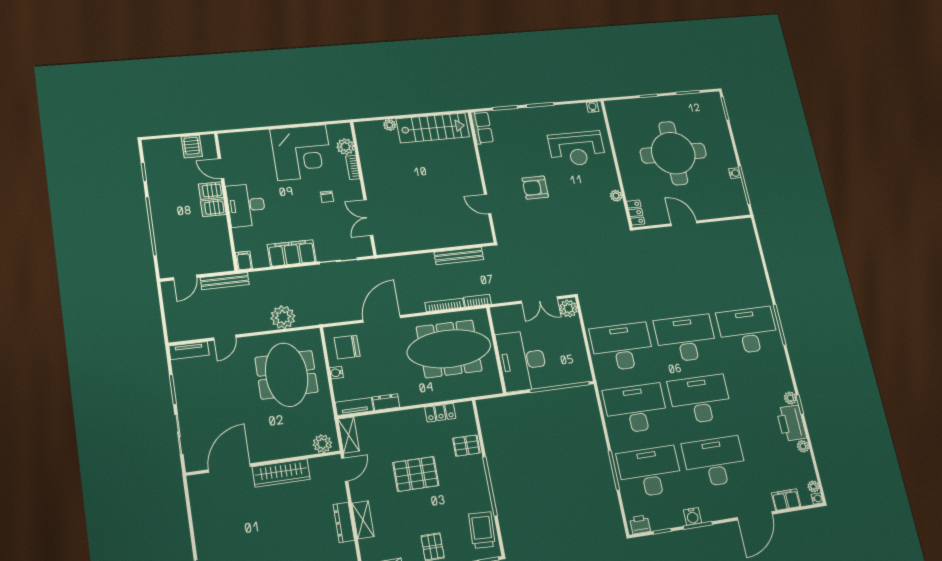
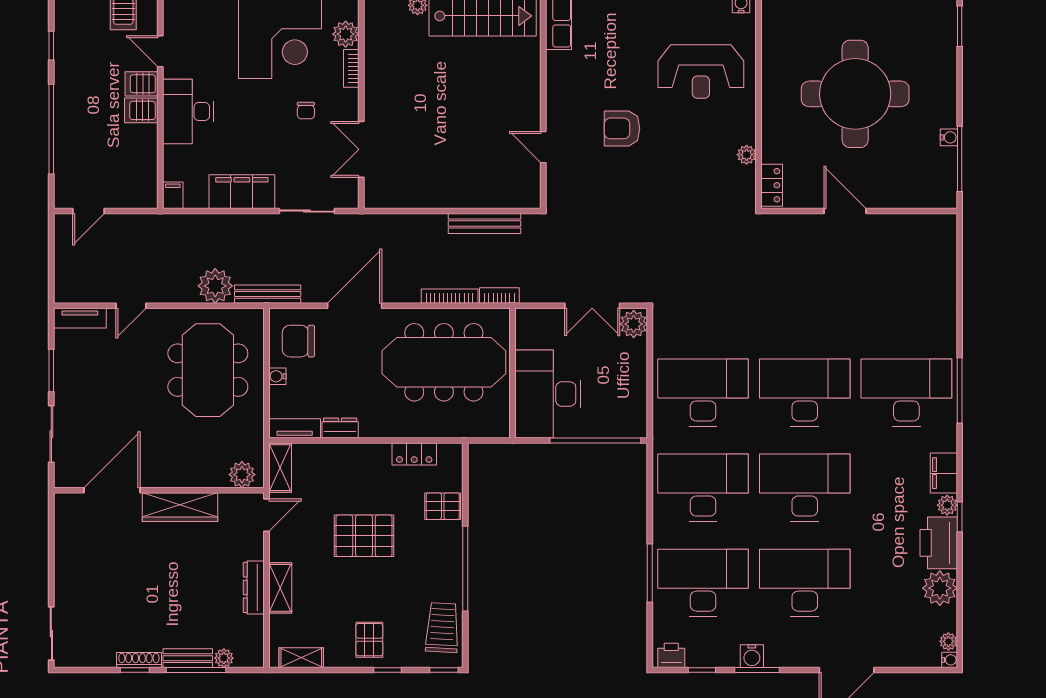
bench: (225, 281) -> (268, 294), moved
plant: (803, 446) -> (940, 588), width x1.88, depth x1.88
filing cabinet: (786, 500) -> (944, 473), moved, turned -90

